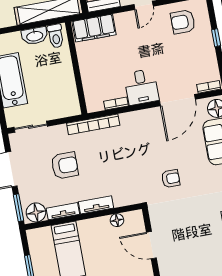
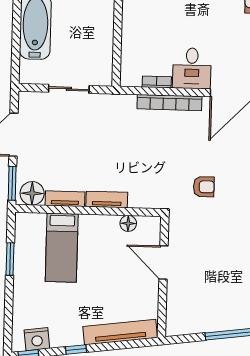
bookcase: (93, 124) -> (169, 103), moved
sliding door: (31, 127) -> (69, 89), moved
armchair: (65, 166) -> (79, 144), removed

